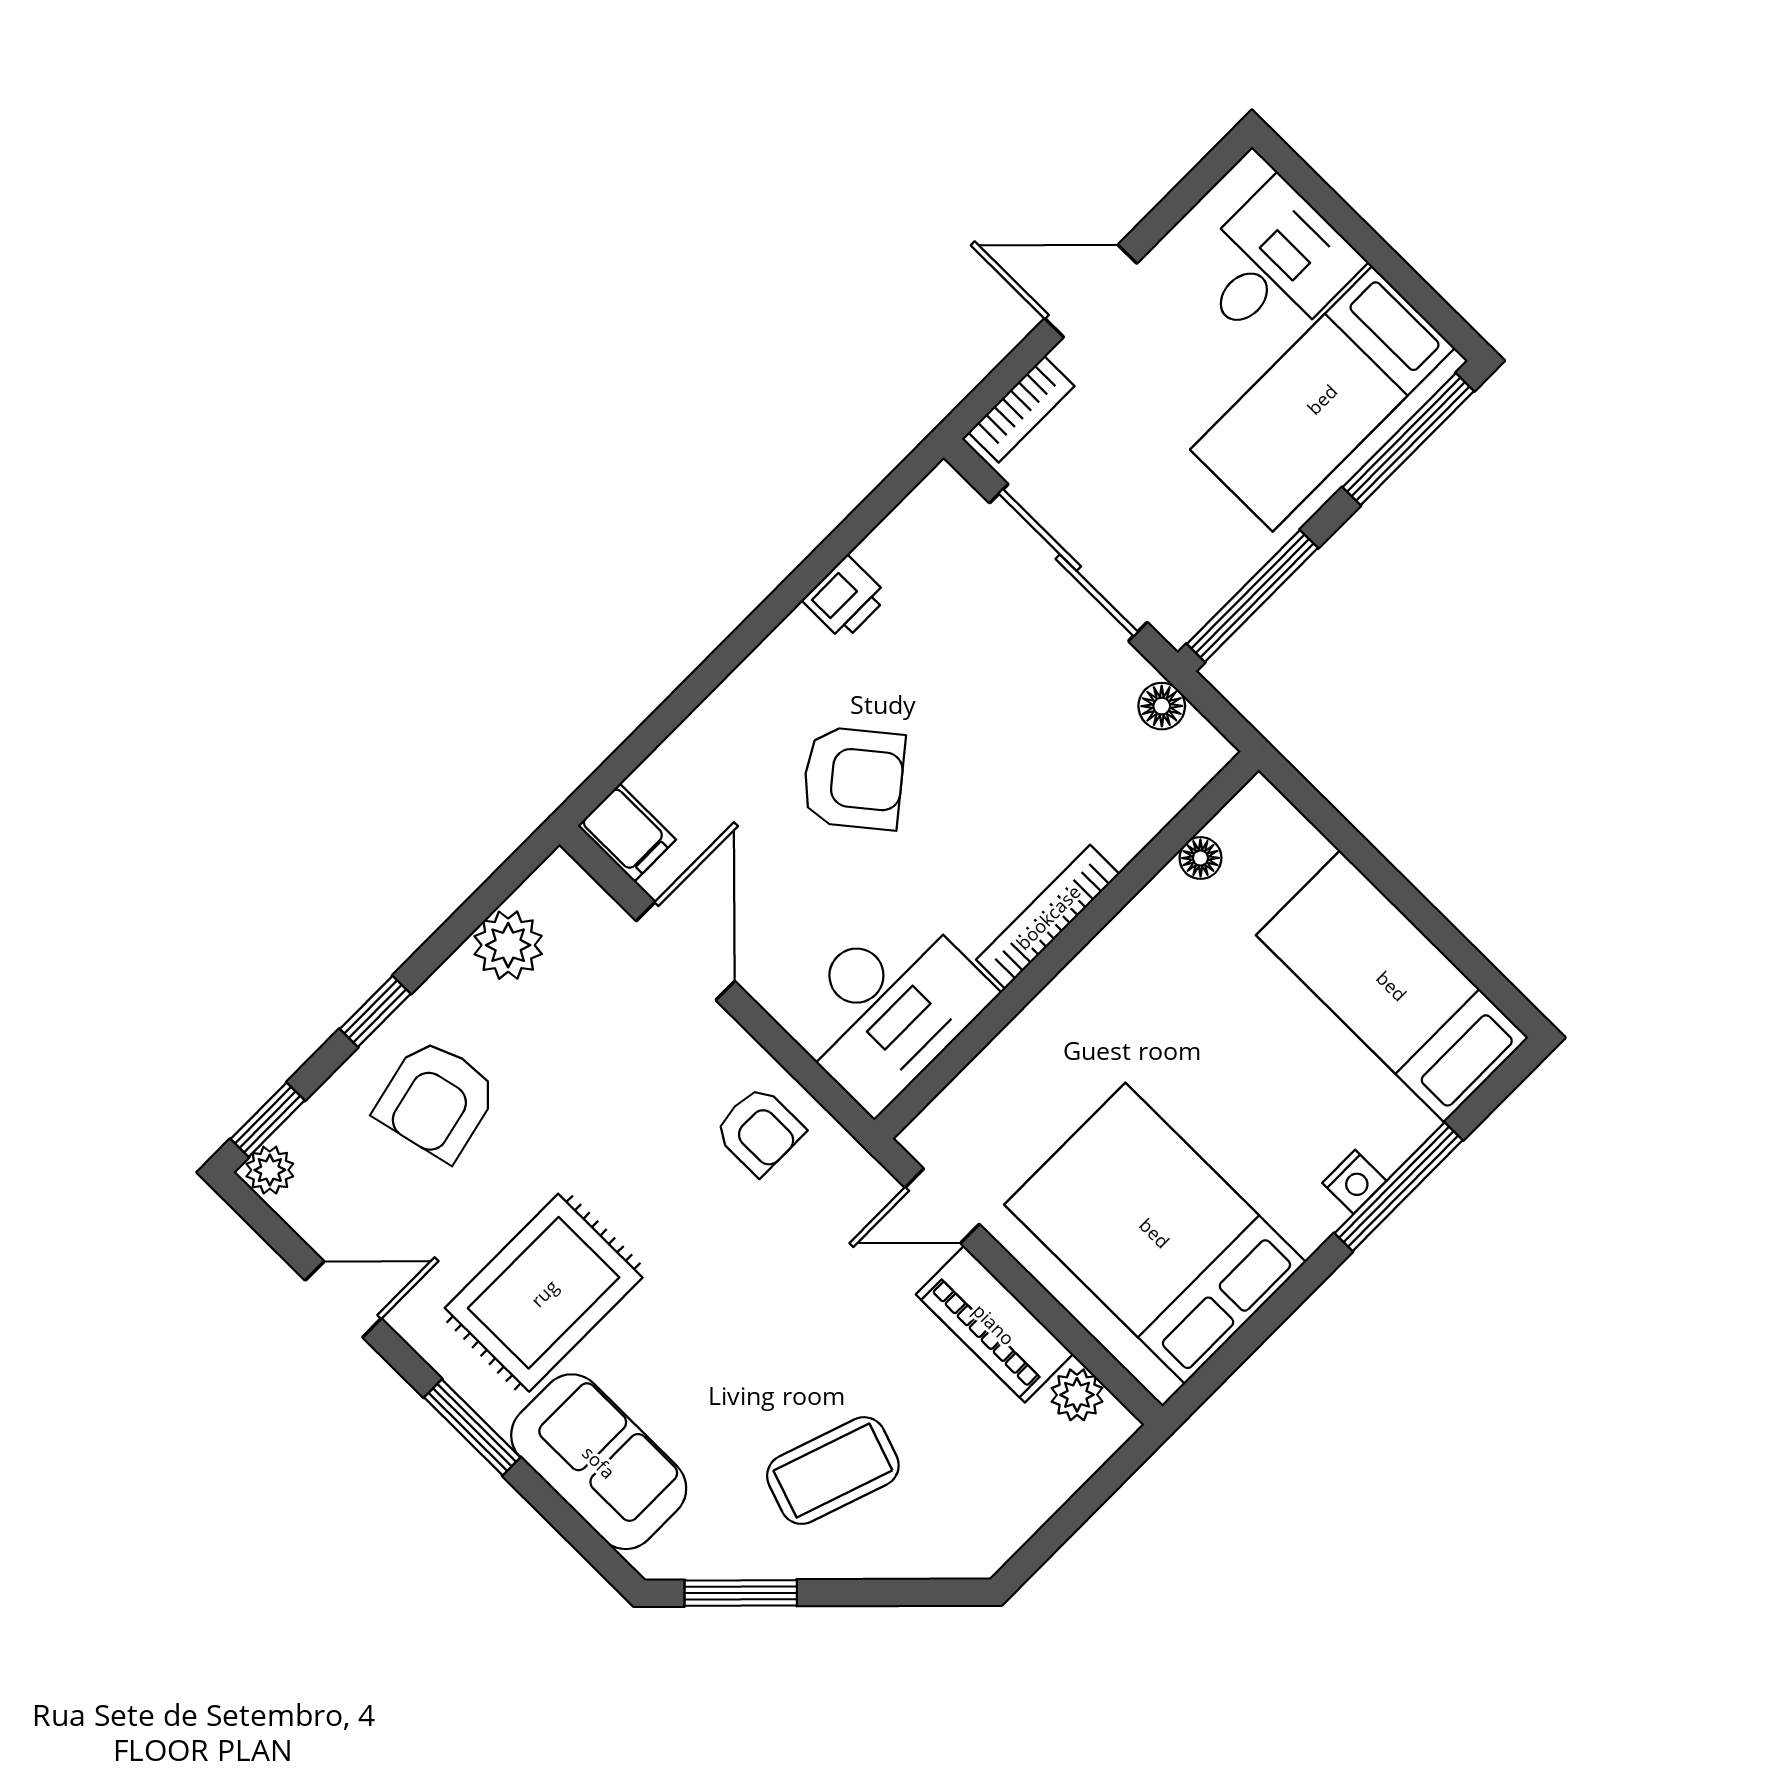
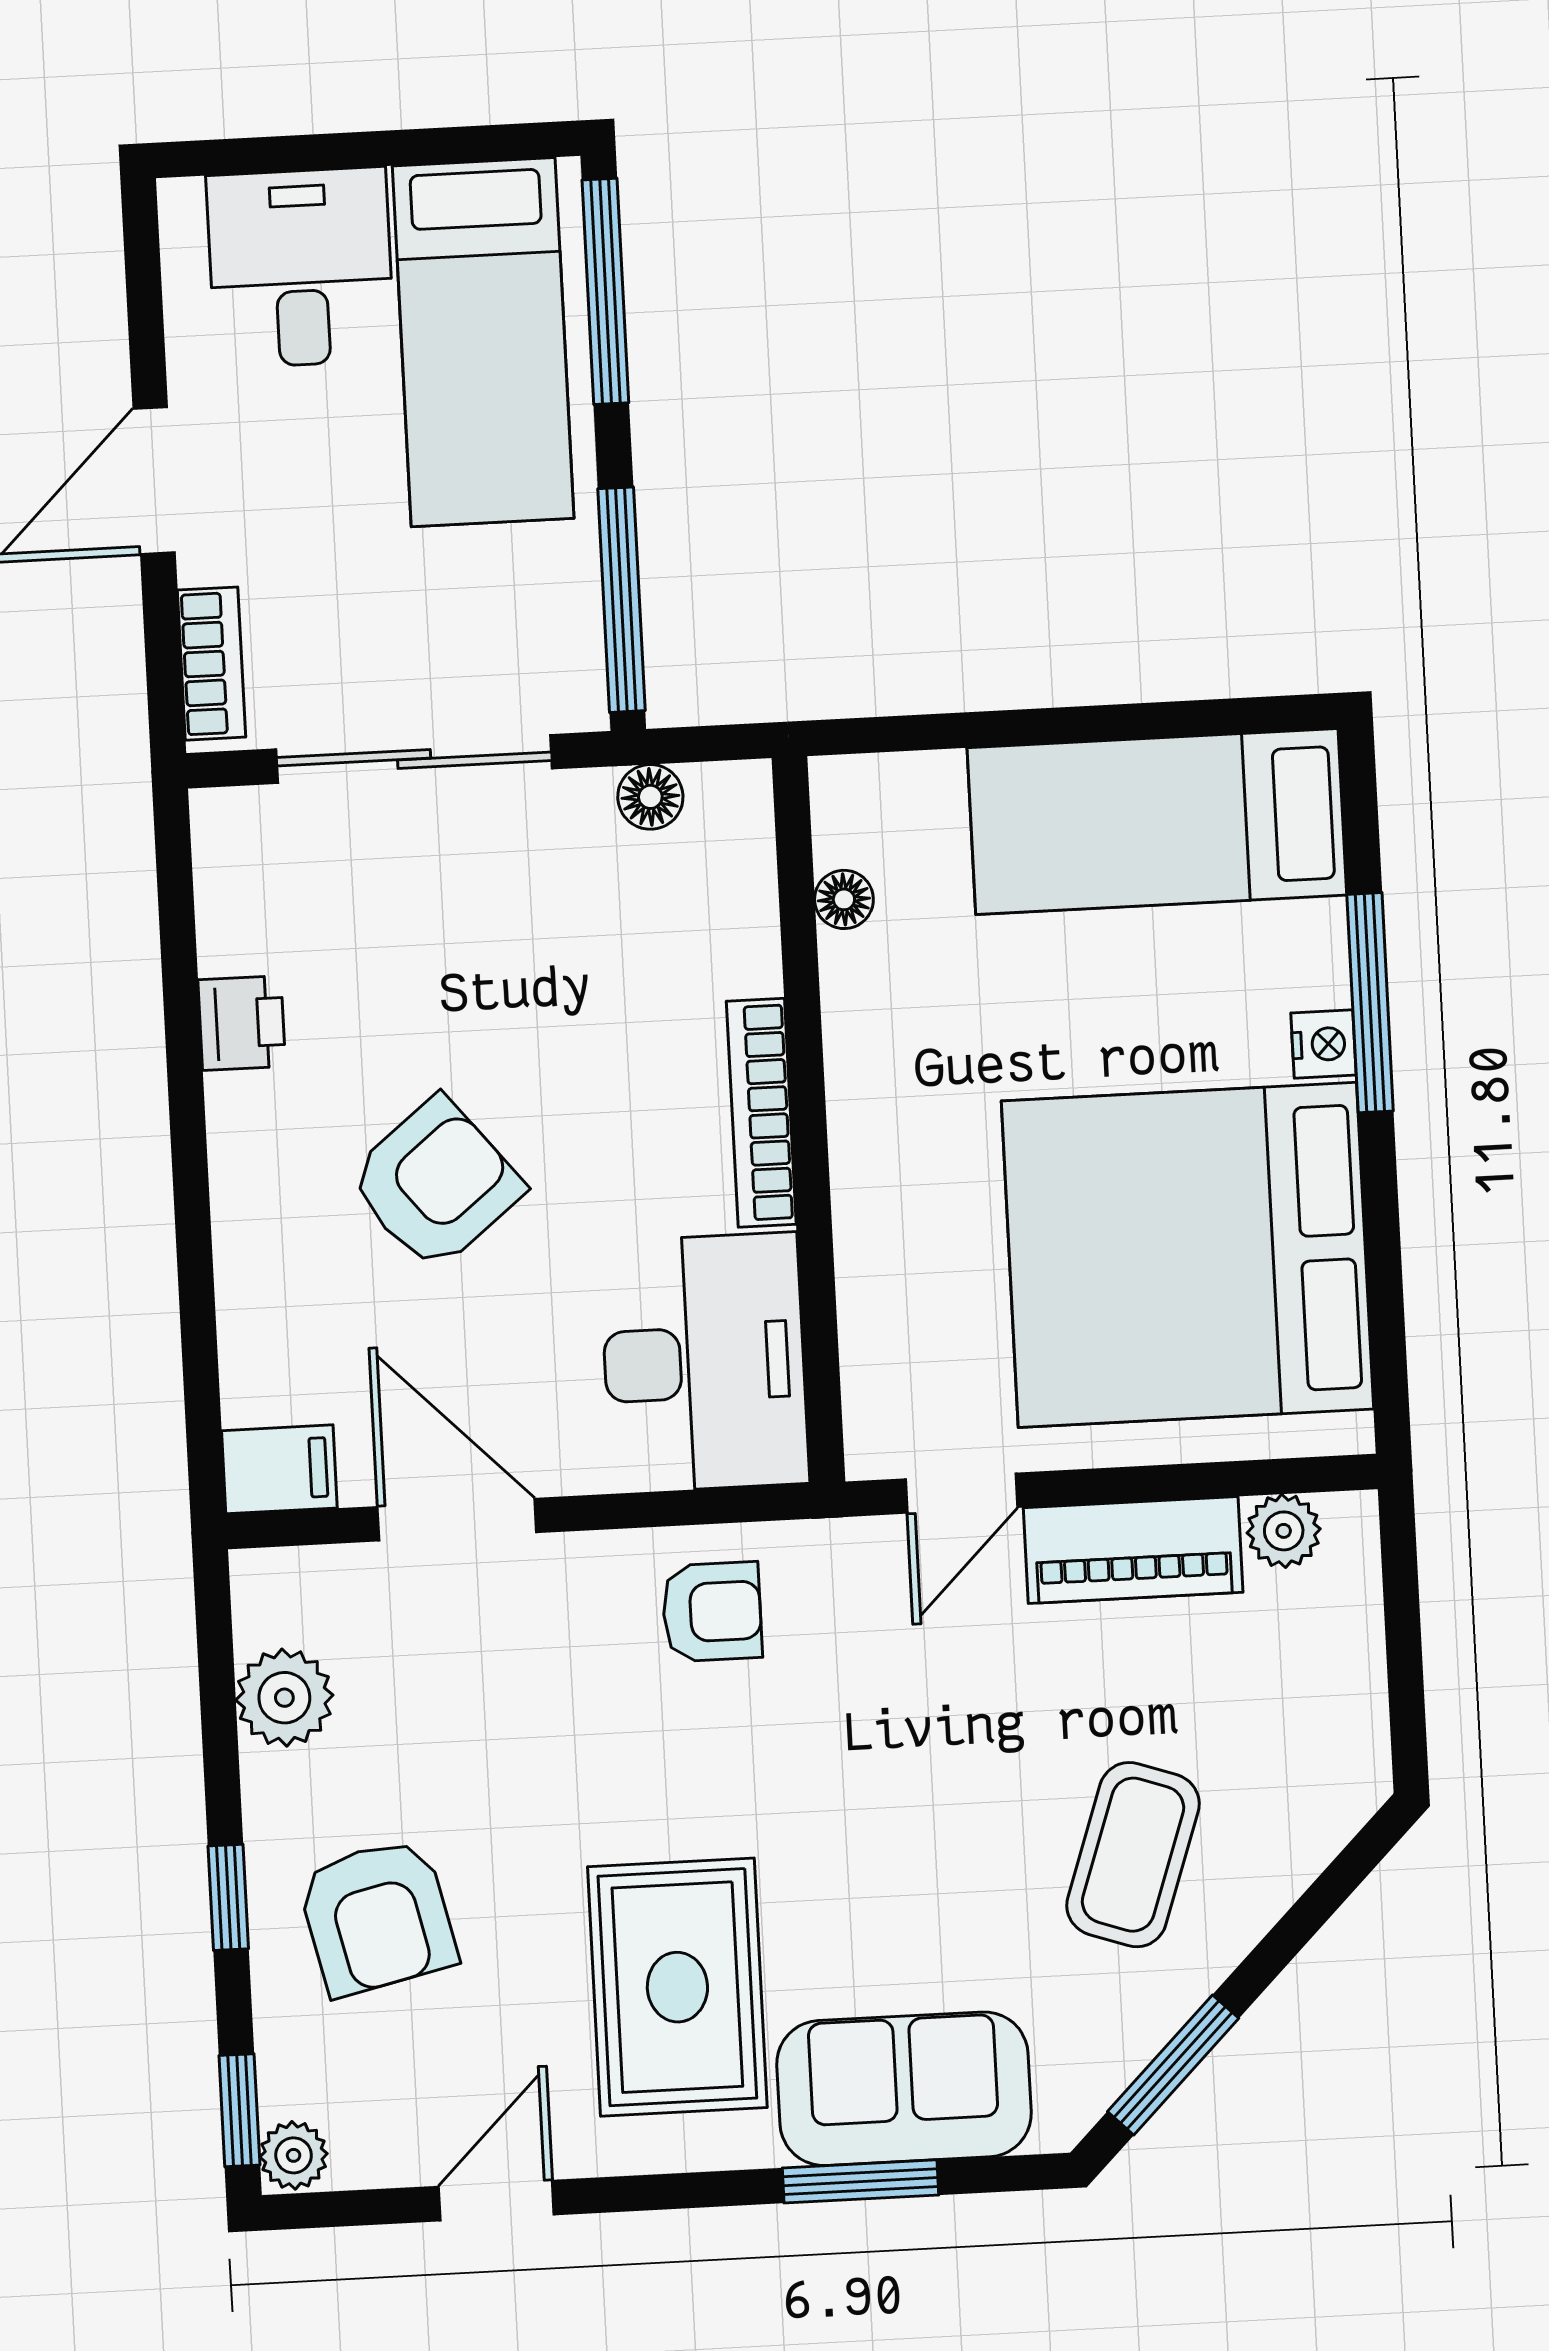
bed: (1155, 1233) -> (1187, 1255), width x1.36
window: (472, 1427) -> (861, 2181), moved

